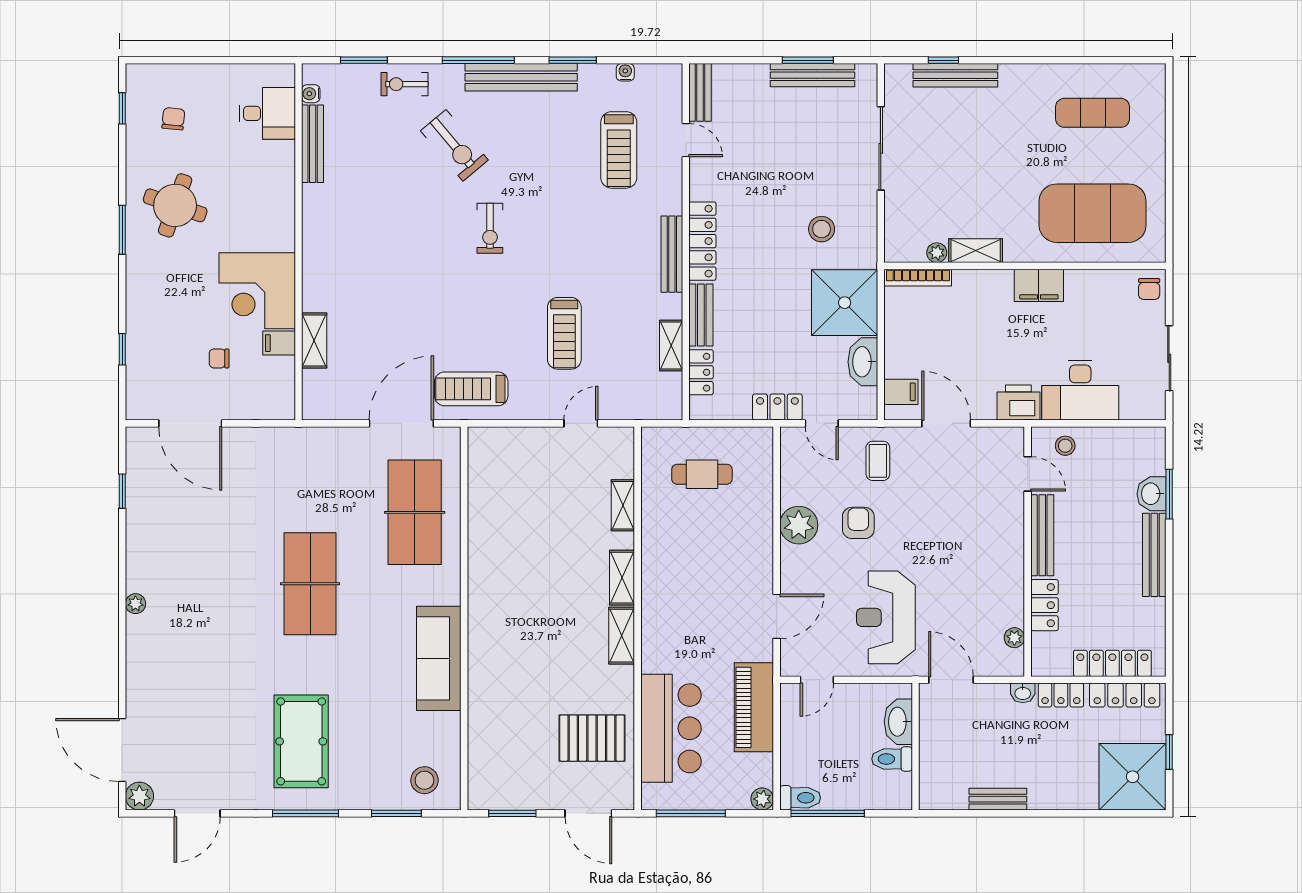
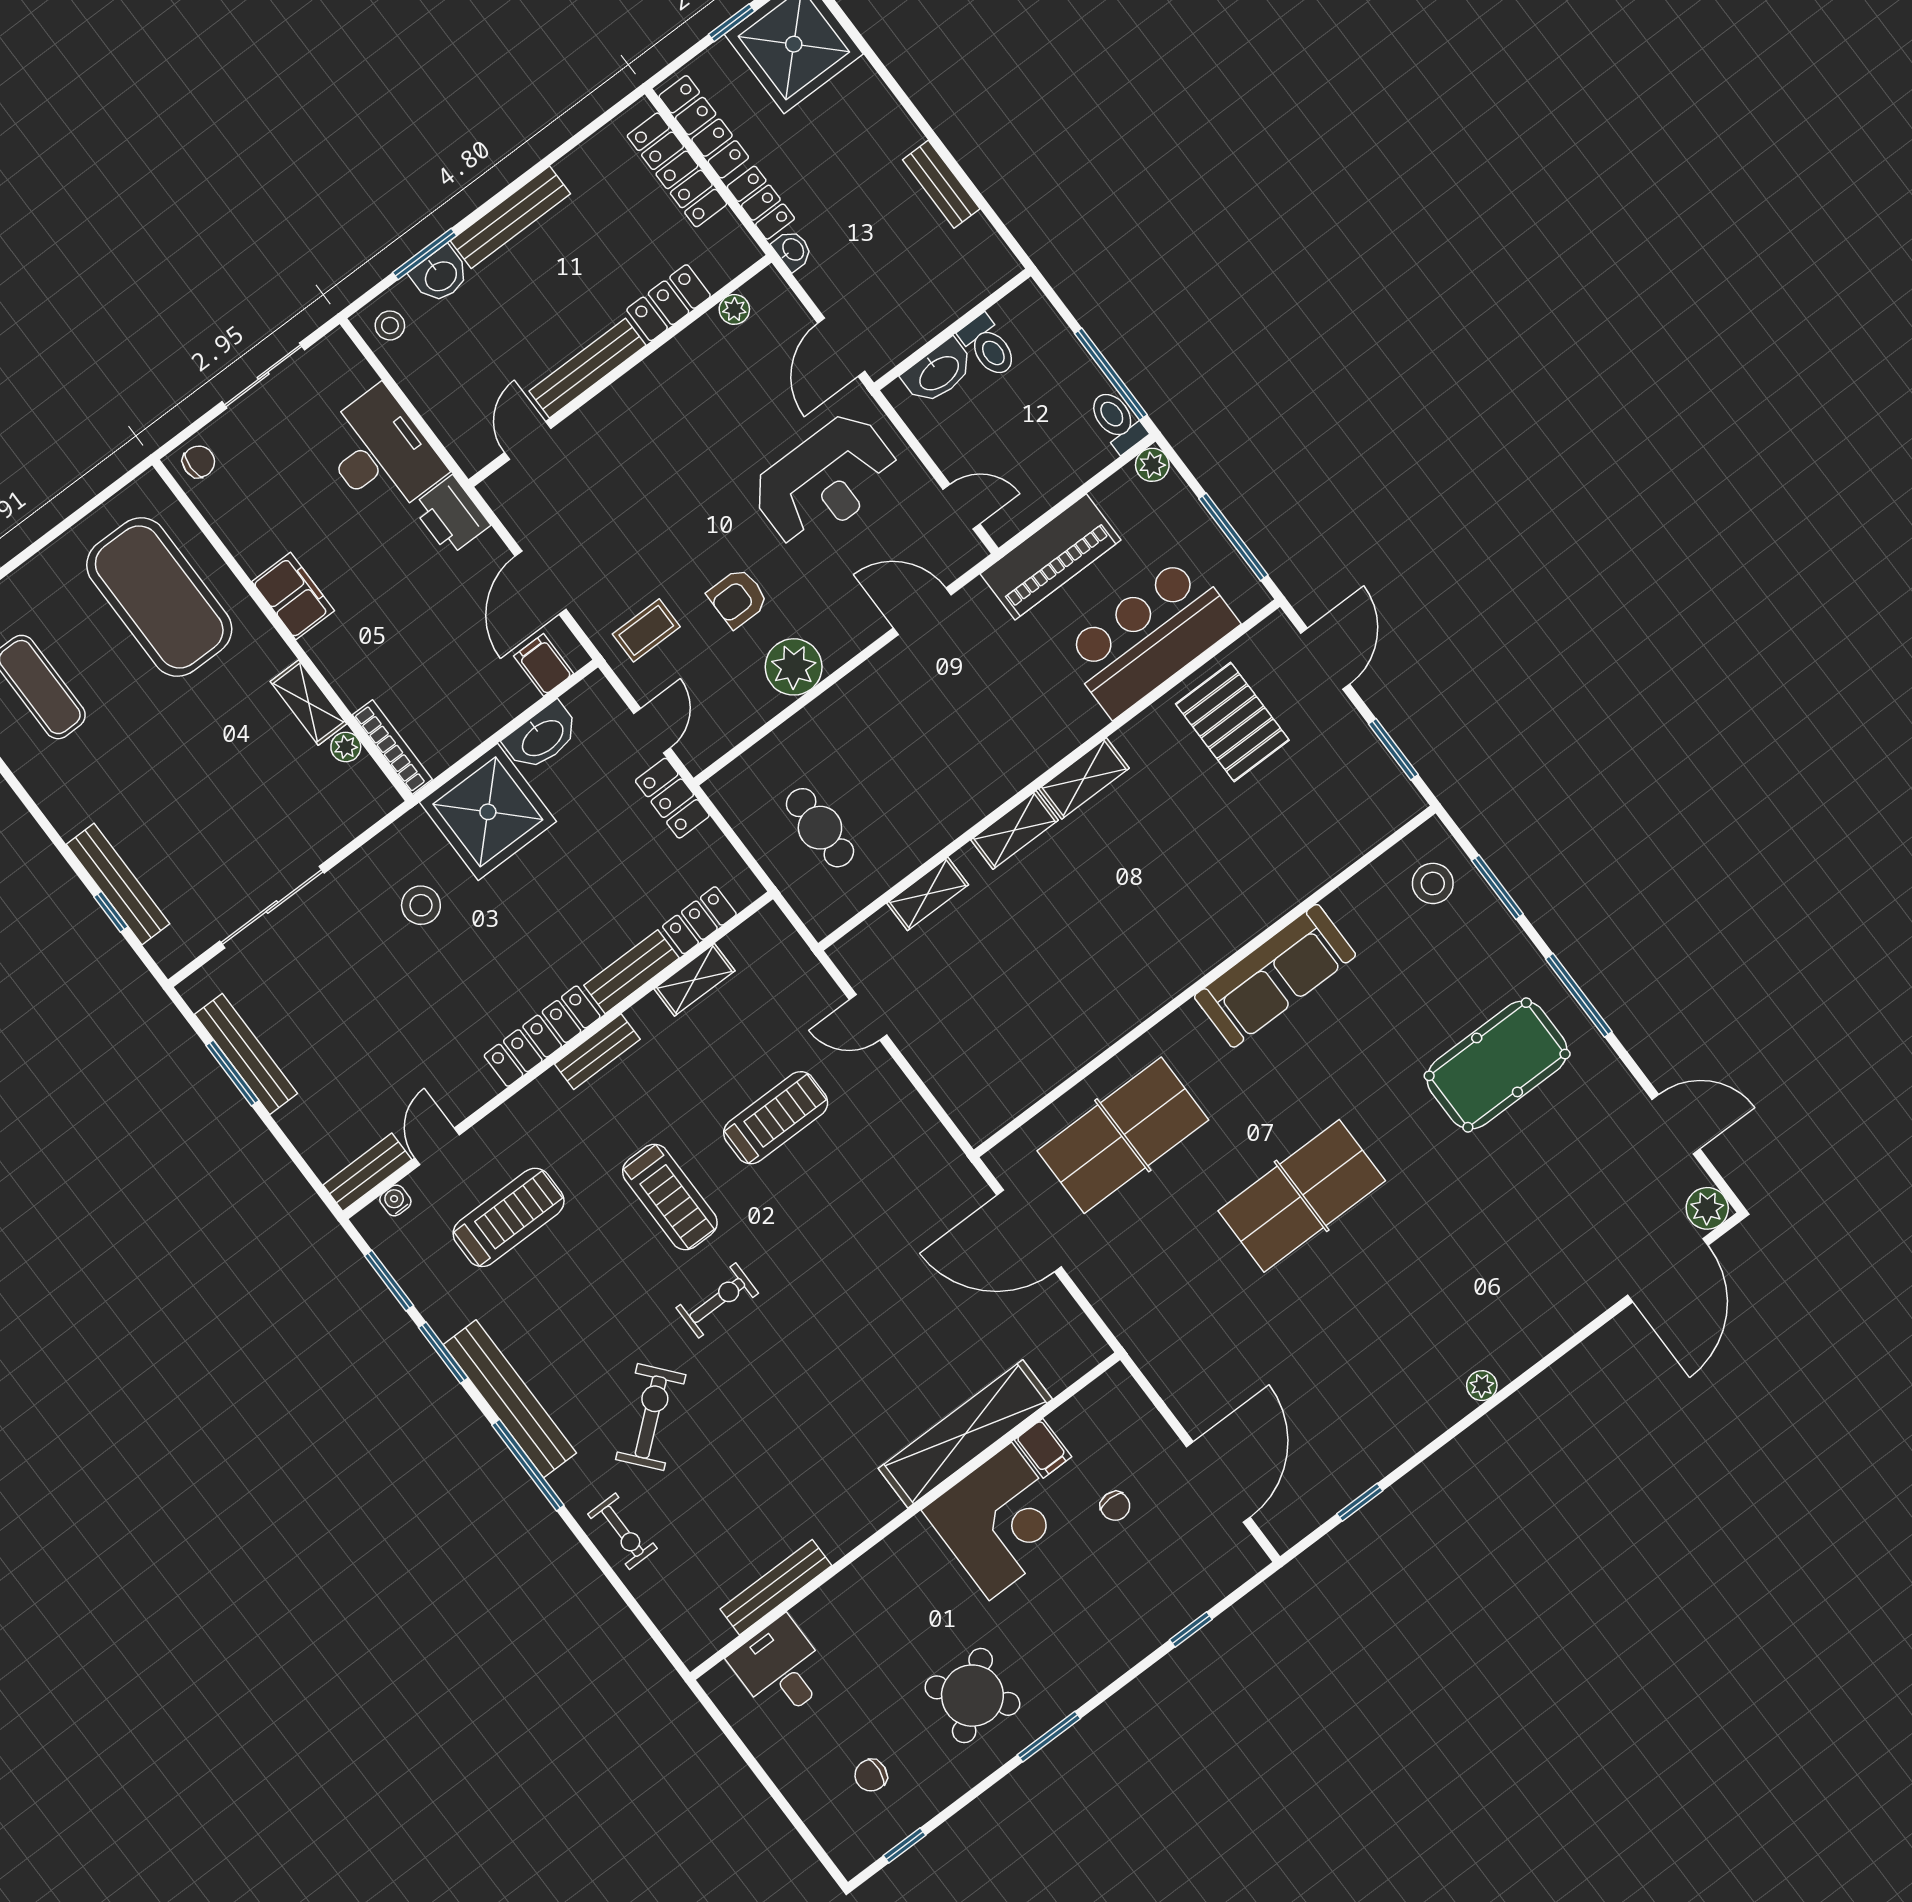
window: (364, 60) -> (389, 1281), moved
water cooler: (625, 72) -> (395, 1200), moved, turned 90
water cooler: (311, 94) -> (718, 1634), removed
round table: (175, 205) -> (972, 1696), turned 31
bench: (672, 254) -> (597, 1052), width x0.73
shelving: (314, 340) -> (965, 1434), width x2.20, depth x1.33
treadmill: (471, 389) -> (670, 1197), moved
stool: (1065, 446) -> (390, 325), moved

